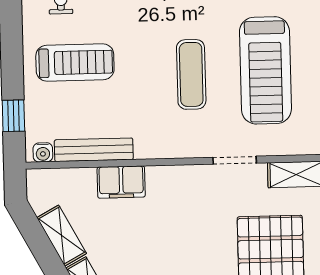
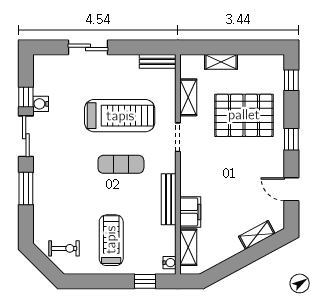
bench: (94, 150) -> (169, 199), moved
shelving: (62, 236) -> (188, 247), moved, turned -62

